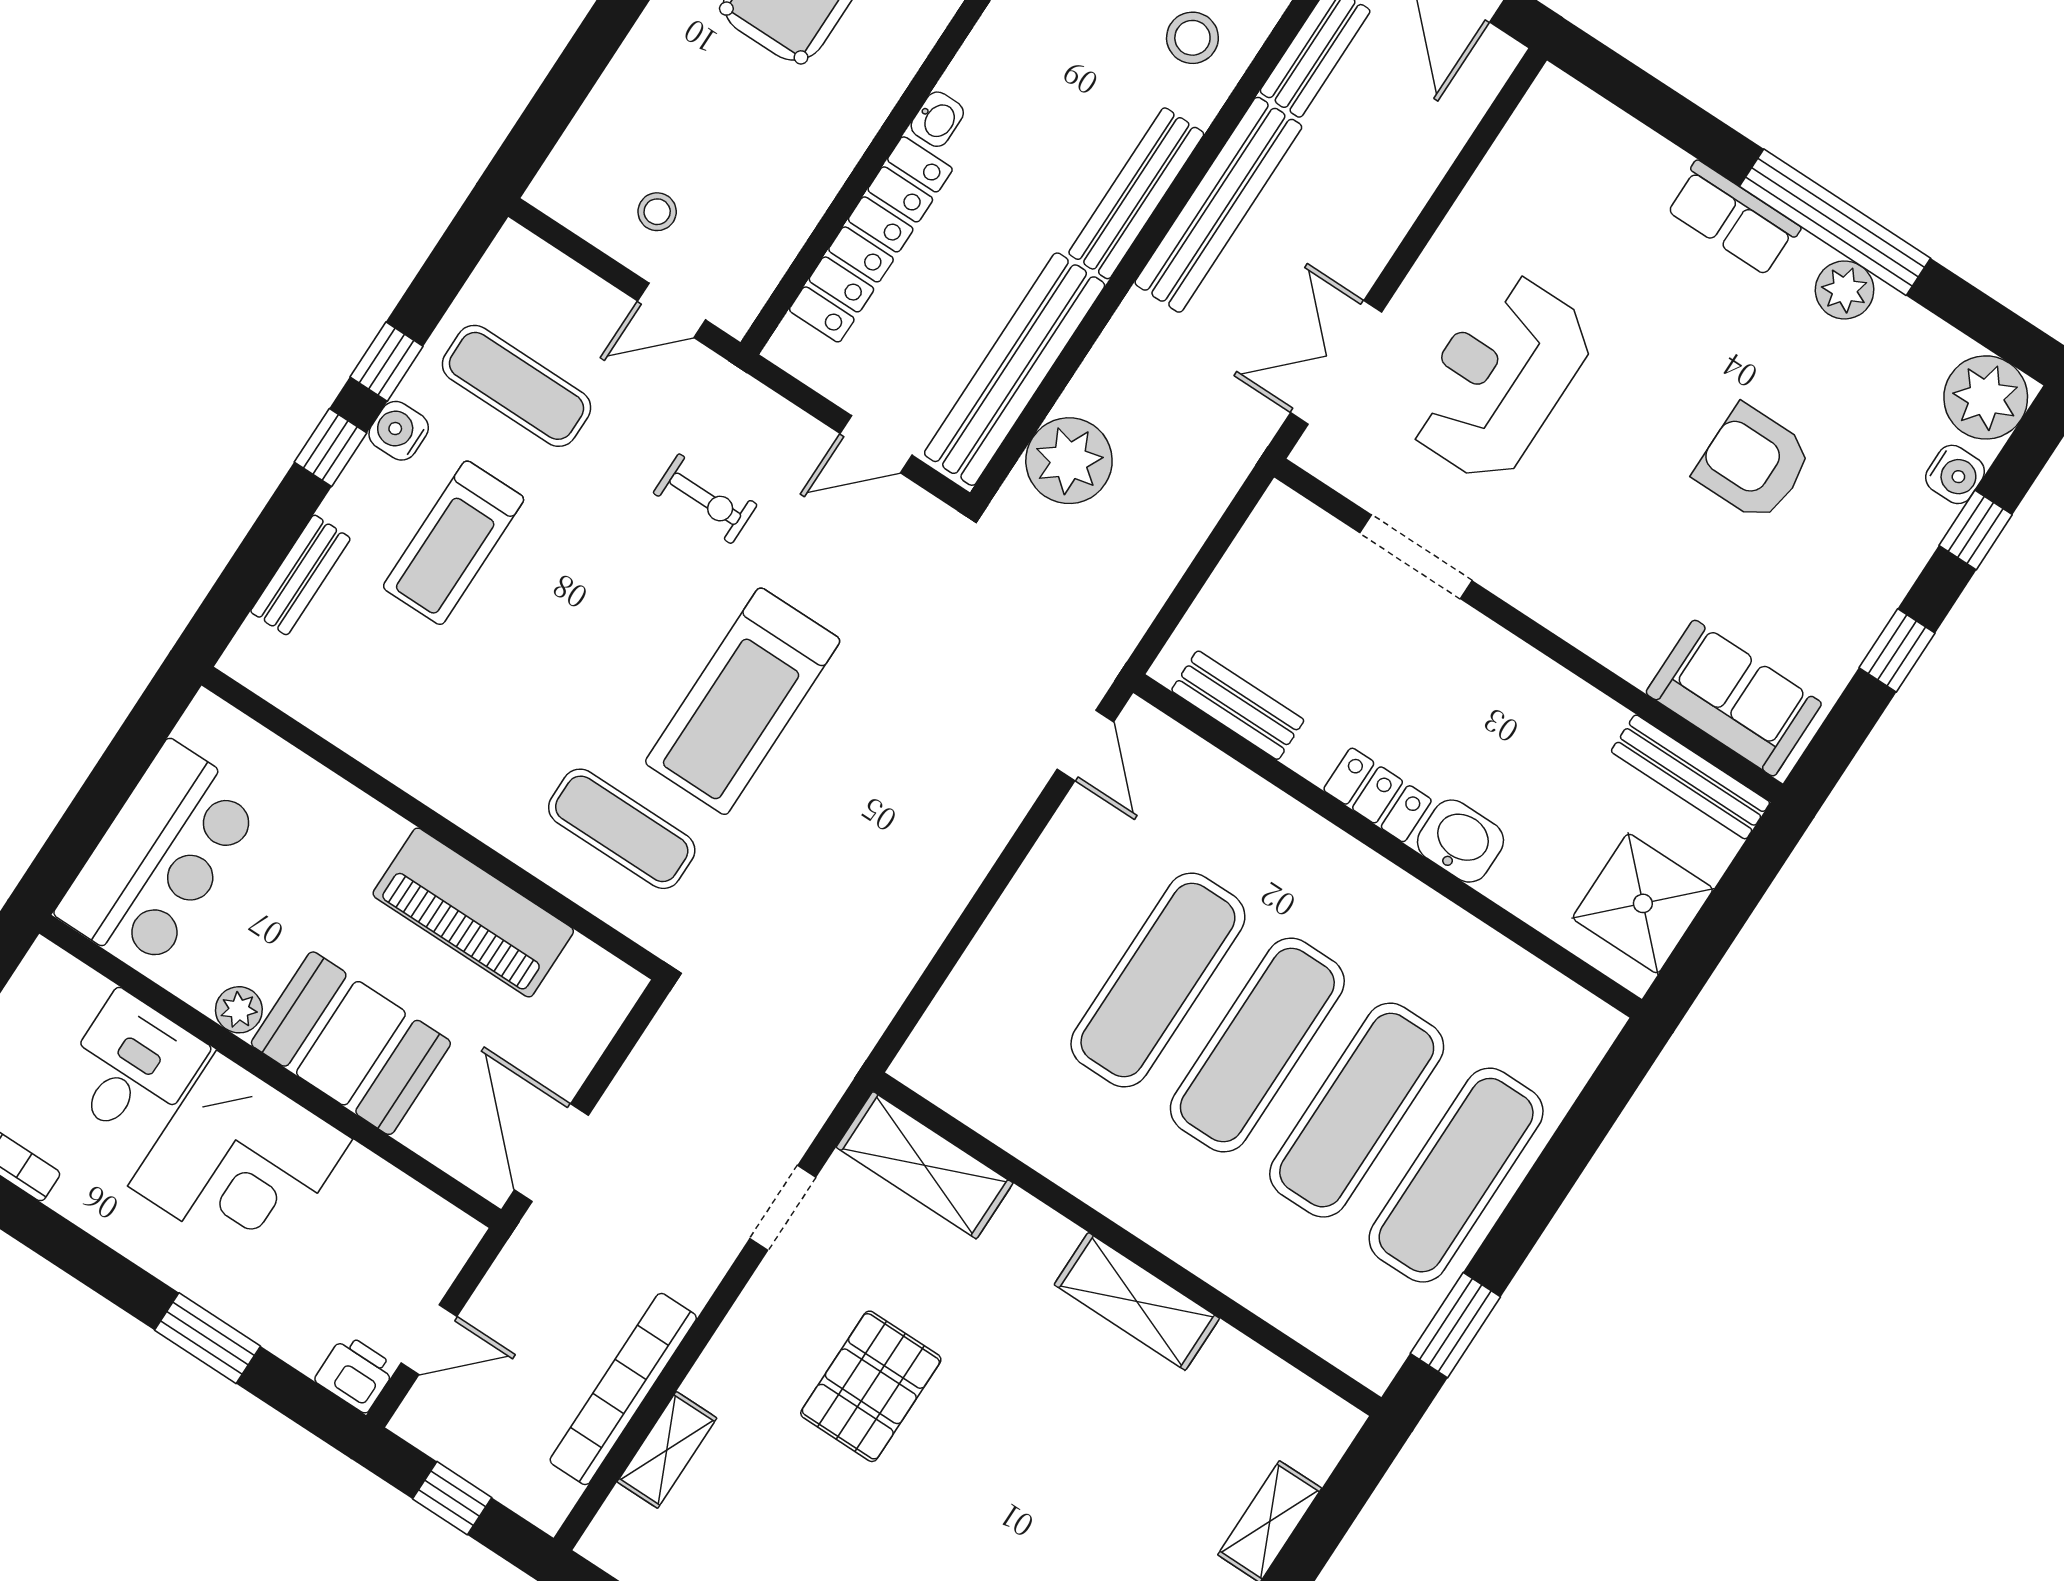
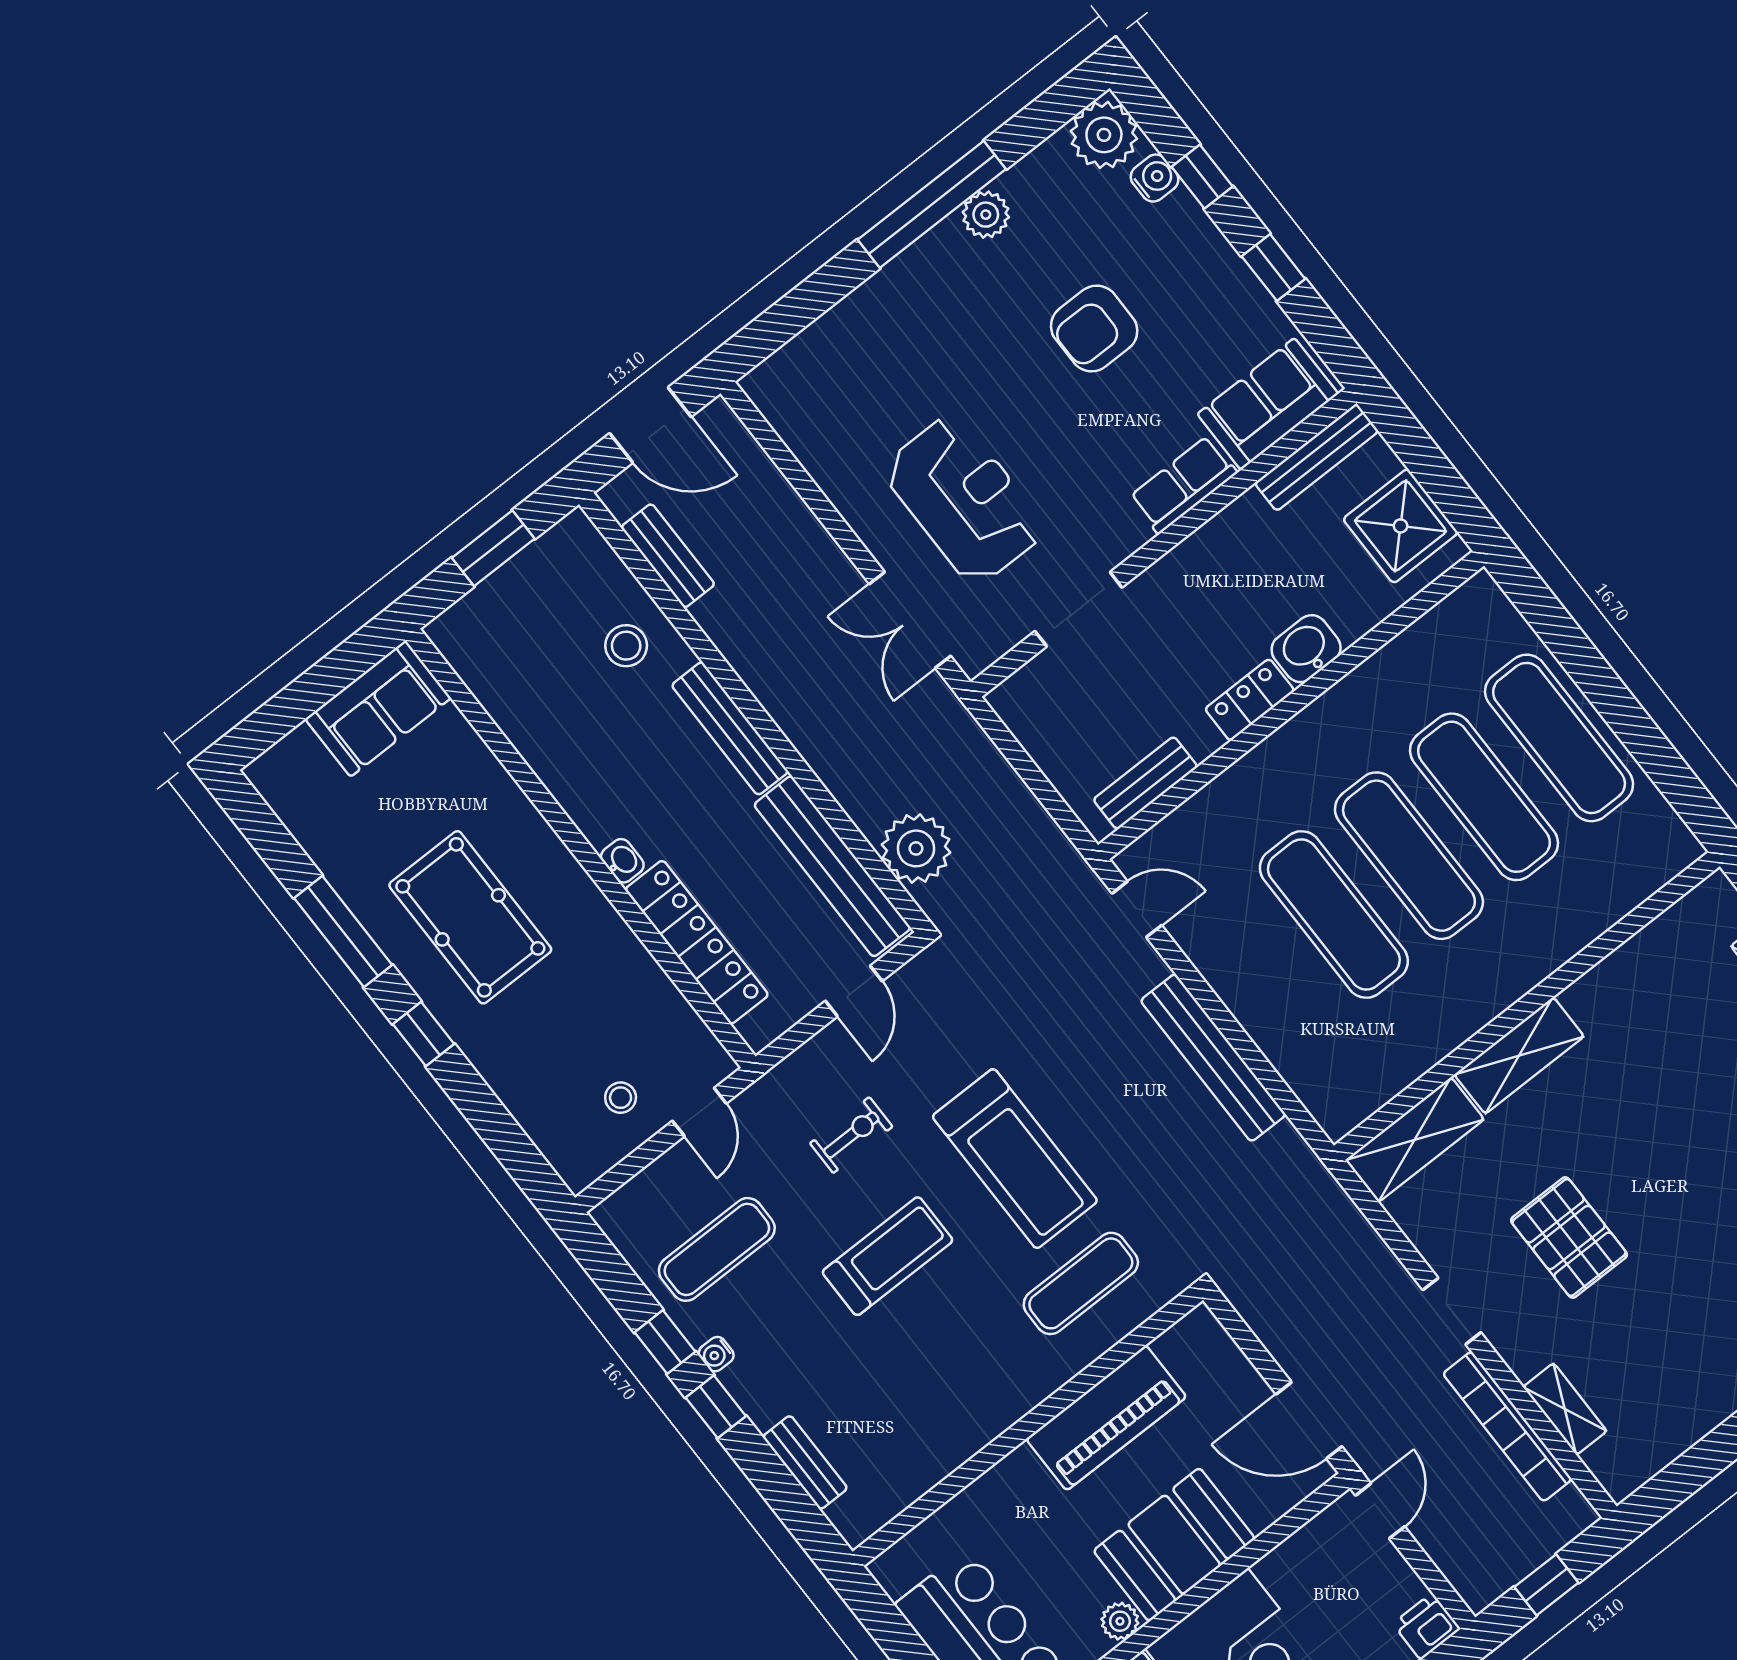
bench: (1218, 205) -> (1213, 1058), moved
row of seats: (1733, 218) -> (1183, 485), moved, turned 180
reception desk: (1500, 378) -> (964, 500), turned 180
water cooler: (399, 431) -> (716, 1354), width x0.72, depth x0.72
treadmill: (454, 543) -> (888, 1256), moved, turned -90
doorway: (783, 1208) -> (1452, 1311), moved
shelving: (1137, 1301) -> (1519, 1056), moved
window: (1455, 1325) -> (1673, 777), removed
door: (429, 1340) -> (1380, 1511), moved

